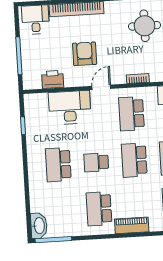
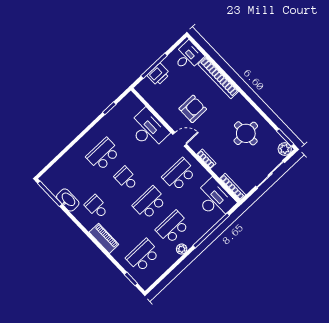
printer: (53, 79) -> (159, 75), moved, turned 90
school desk: (99, 209) -> (97, 207), width x0.54
washbasin: (39, 226) -> (68, 200), moved, turned -90

